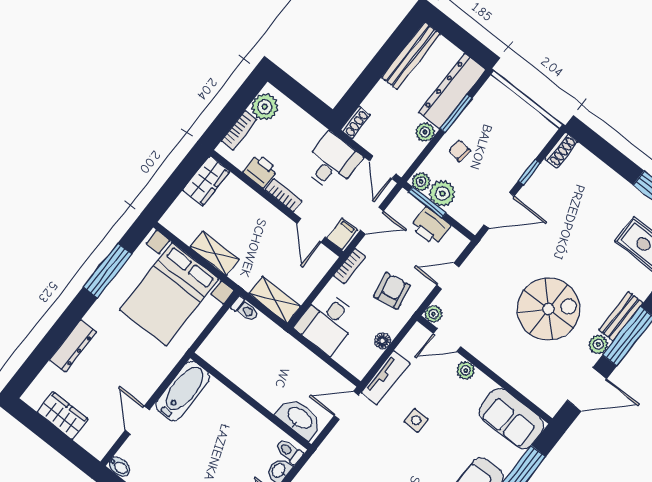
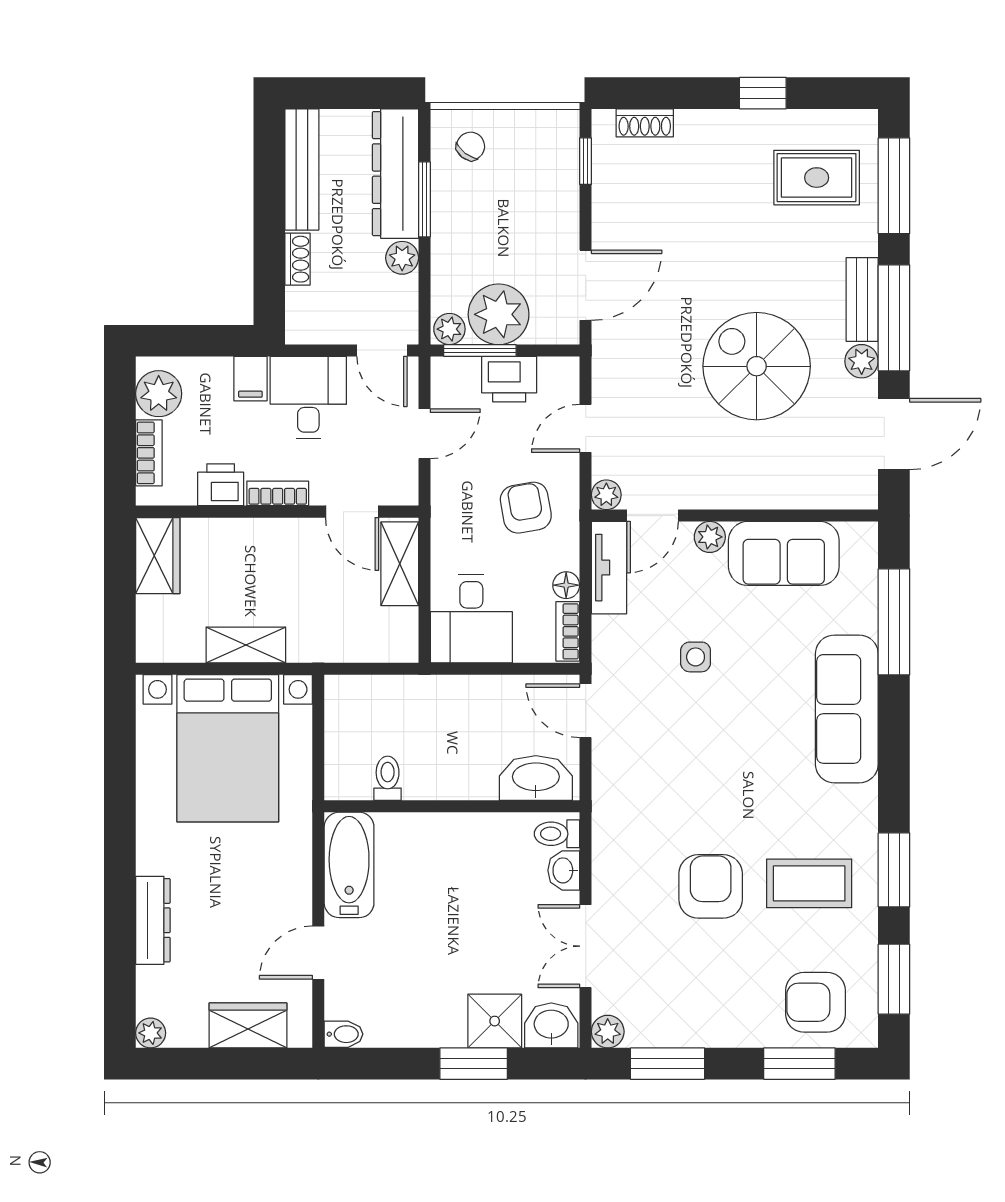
shoe rack: (355, 122) -> (298, 259), moved
shoe rack: (561, 150) -> (645, 123), moved, turned 90
chair: (460, 151) -> (471, 146), moved, turned 120
window: (529, 172) -> (586, 161), moved
plant: (442, 193) -> (499, 314), width x1.36, depth x1.36
filing cabinet: (342, 234) -> (250, 379), moved, turned 180
bookcase: (350, 266) -> (568, 631), moved, turned 180
window: (108, 271) -> (120, 782), removed
shelving: (275, 300) -> (400, 564), moved, turned 90
toilet: (245, 309) -> (388, 778), moved, turned -90
spiral stairs: (548, 309) -> (757, 366), turned -90
tv unit: (385, 378) -> (609, 568), moved
plant: (31, 397) -> (151, 1033), added
door: (346, 405) -> (586, 711), hinge flipped
wardrobe: (63, 416) -> (248, 1025), moved
sofa: (512, 419) -> (784, 553), moved
door: (137, 420) -> (318, 952), hinge flipped

